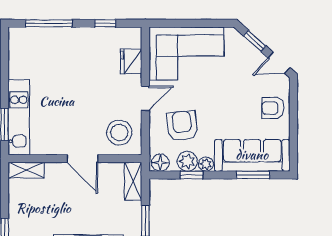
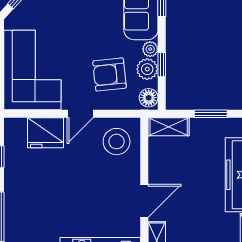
fridge: (131, 61) -> (45, 133), width x1.36, depth x1.34
door: (145, 98) -> (80, 114), swing flipped
door: (82, 159) -> (144, 201), moved

